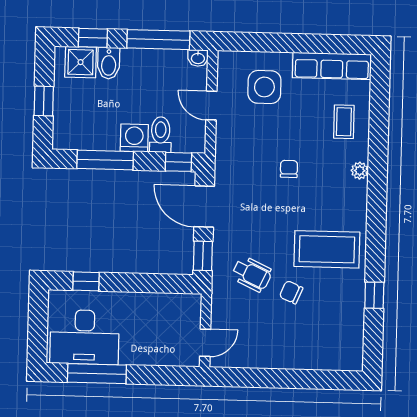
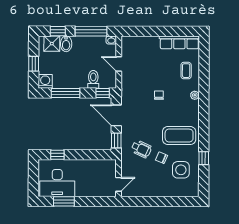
side table: (264, 87) -> (181, 170), moved
washing machine: (134, 138) -> (45, 81), moved
window: (97, 374) -> (64, 201), width x0.69

